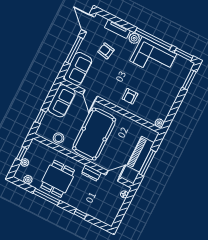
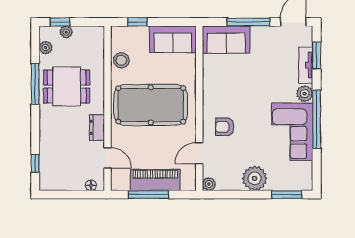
armchair: (106, 51) -> (269, 65), removed
window: (184, 54) -> (317, 55), moved
plant: (170, 94) -> (255, 178), added
door: (90, 95) -> (199, 153), moved
window: (22, 154) -> (60, 22), moved
window: (80, 214) -> (35, 163), moved

